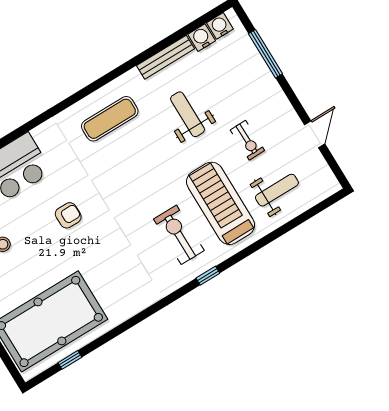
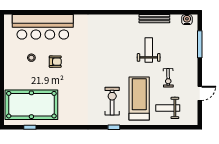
water cooler: (202, 38) -> (176, 20), removed
exercise mat: (110, 119) -> (113, 31), removed
weight bench: (277, 190) -> (168, 108), turned 180
armchair: (68, 215) -> (55, 62), moved

